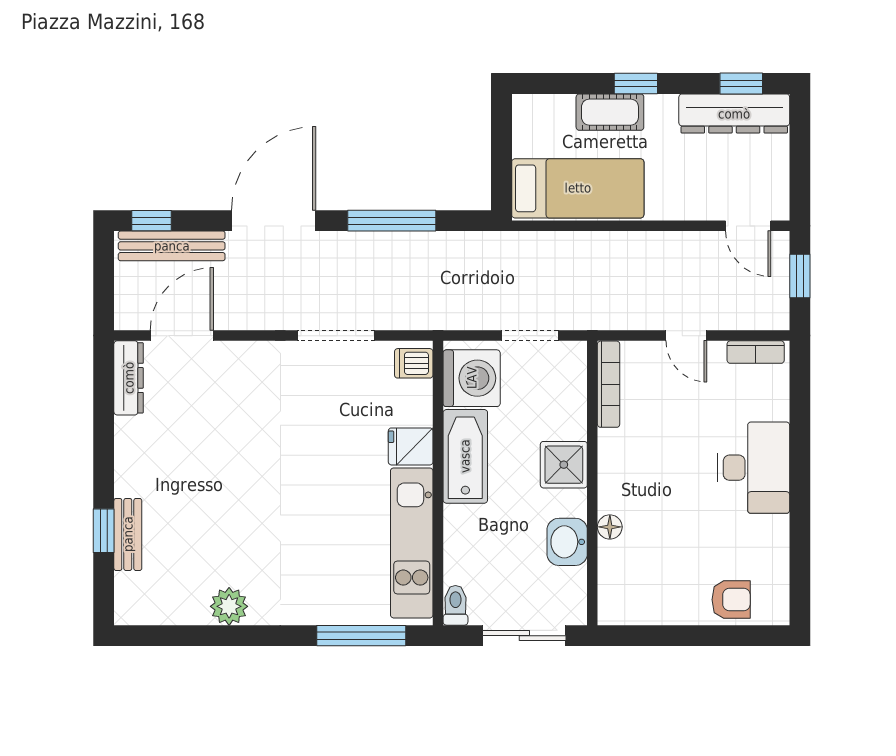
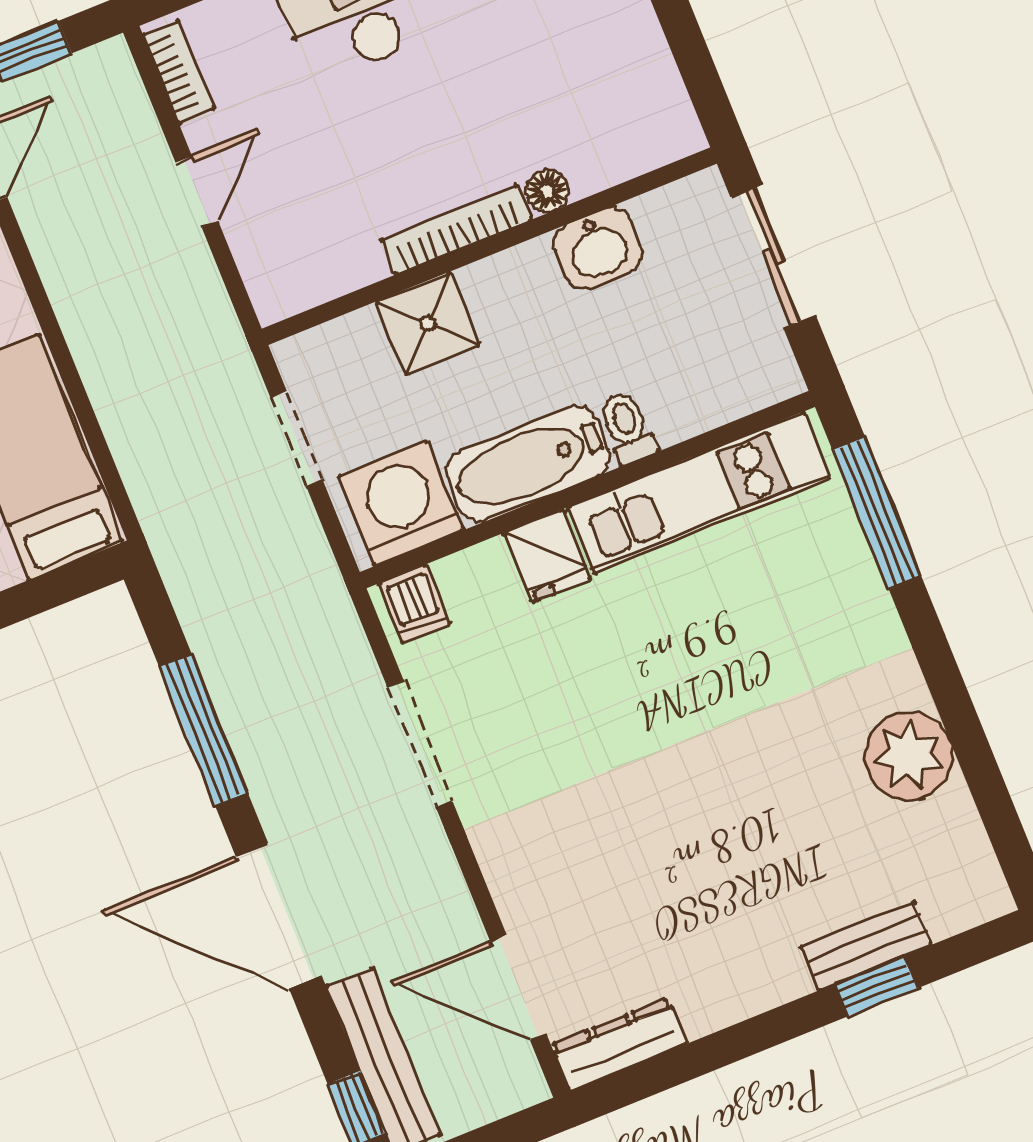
bookcase: (609, 384) -> (456, 230), moved
shower: (564, 465) -> (428, 323), moved
toilet: (455, 605) -> (627, 427), moved, turned 90
plant: (229, 606) -> (909, 756), width x1.36, depth x1.36

